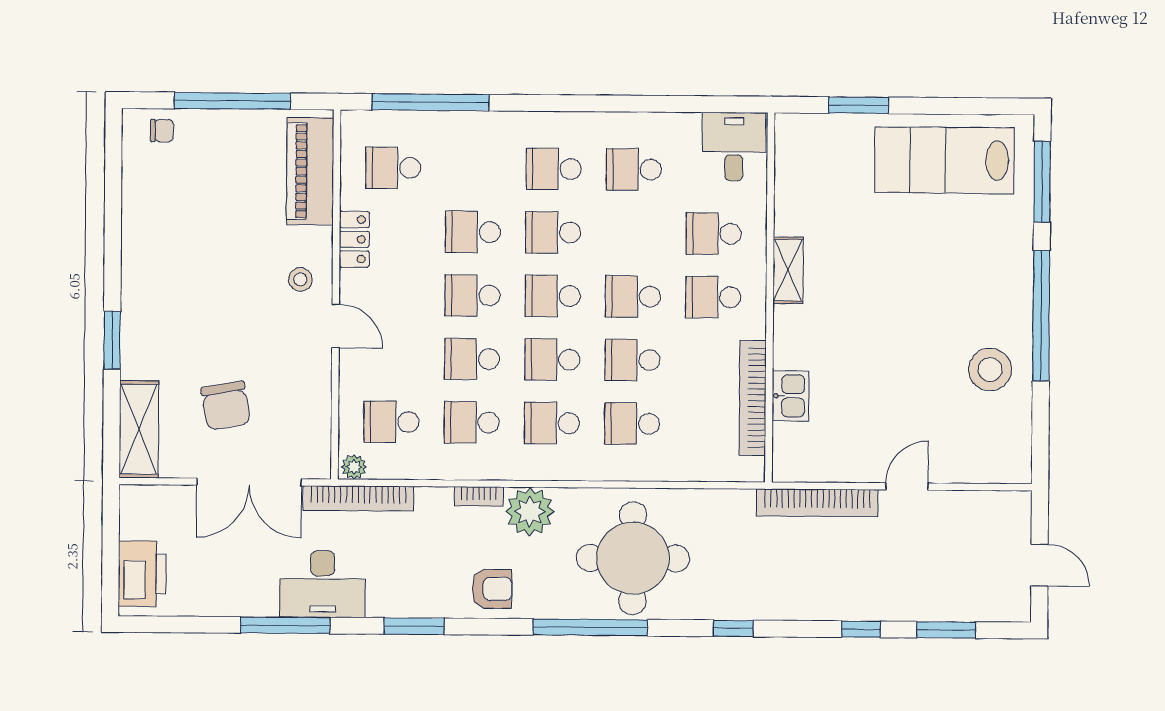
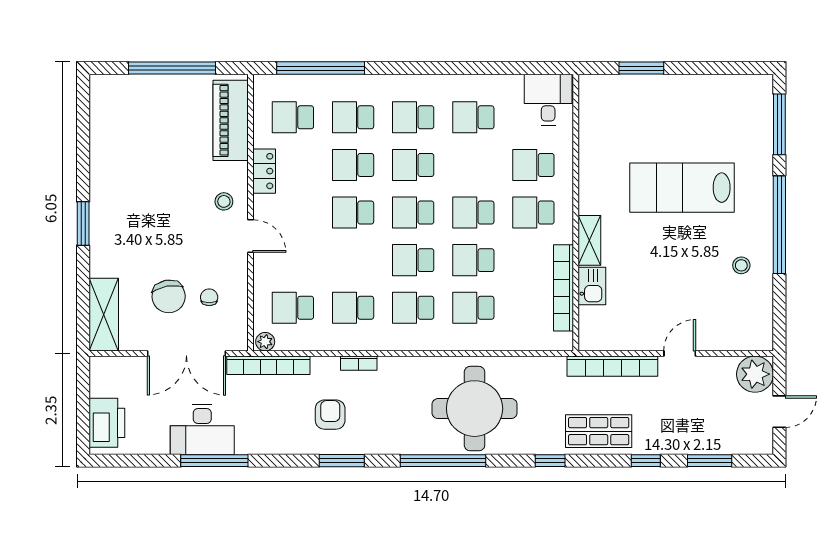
chair: (162, 131) -> (209, 297), moved, turned -90
lab bench: (944, 160) -> (682, 188), moved
shelving: (788, 270) -> (589, 240), moved
window: (112, 340) -> (83, 223), moved
school desk: (472, 359) -> (353, 117), moved
stool: (990, 370) -> (741, 265), width x0.53, depth x0.53
plant: (530, 512) -> (755, 374), moved
door: (1039, 565) -> (779, 412), hinge flipped
desk: (322, 584) -> (202, 430), moved
armchair: (492, 589) -> (330, 415), moved, turned -90
shop shelf: (798, 589) -> (599, 431), added
window: (414, 626) -> (342, 461), moved

